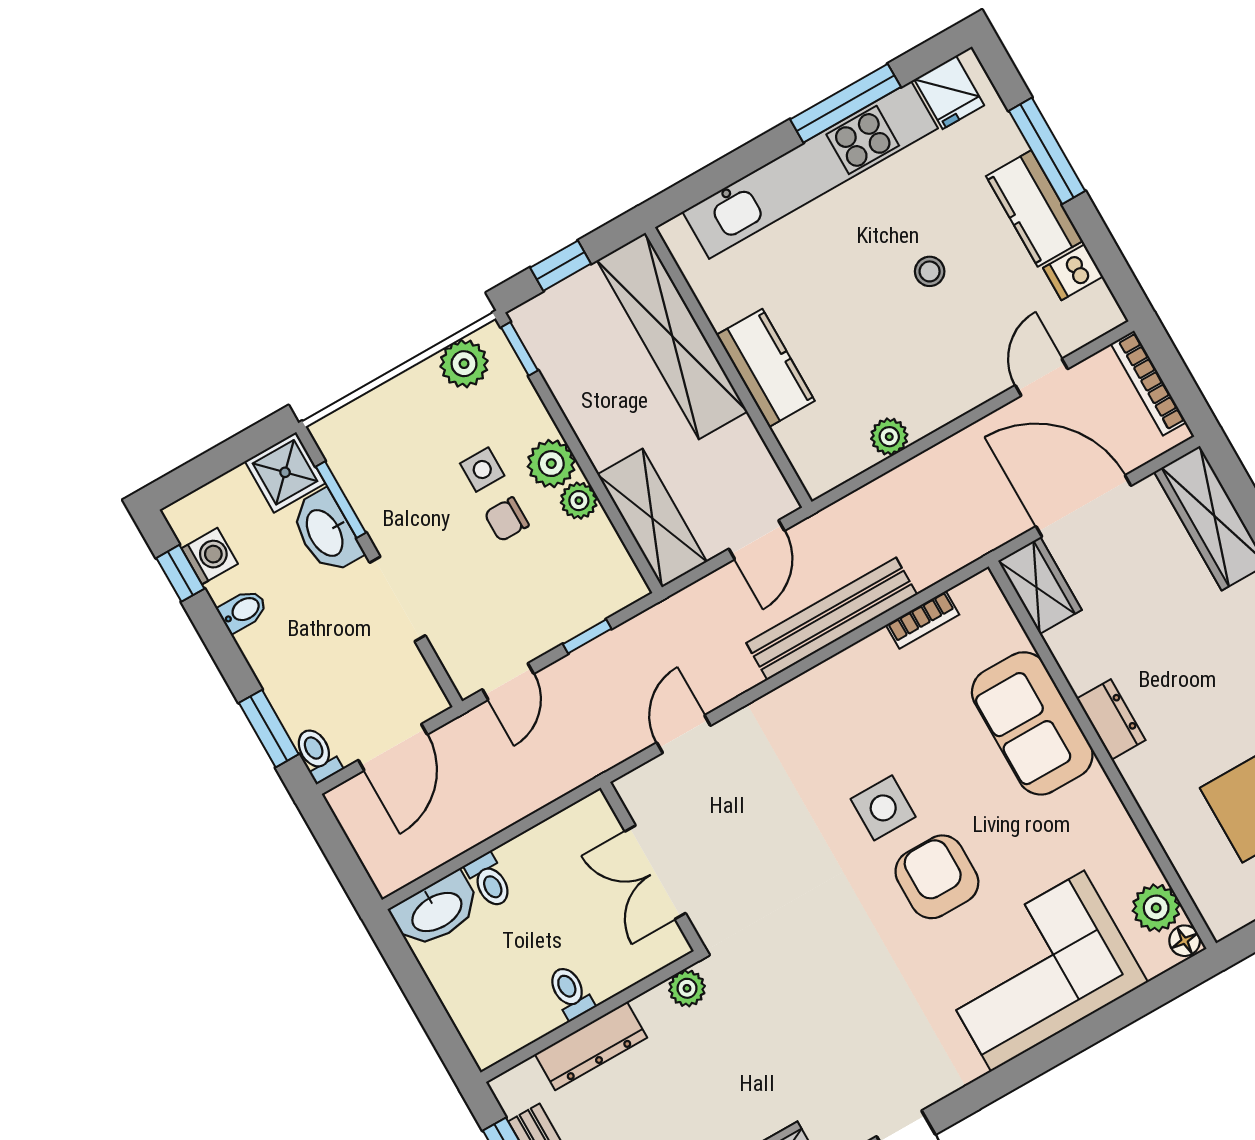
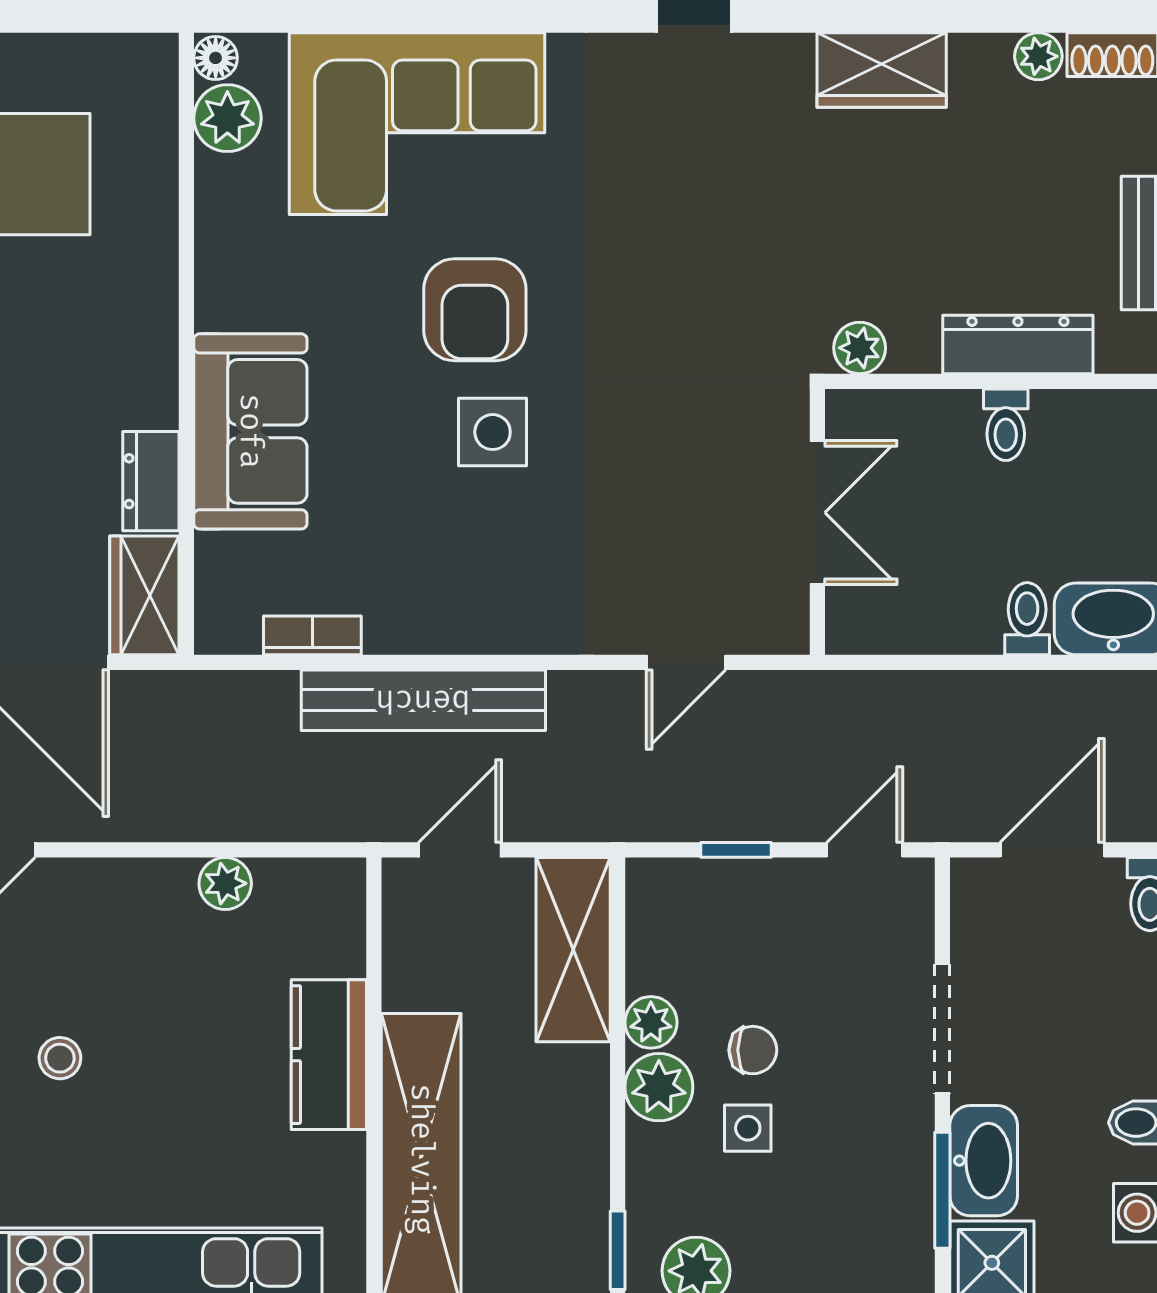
dresser: (1111, 719) -> (151, 481), moved

